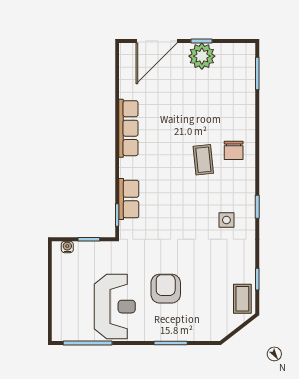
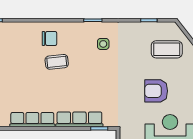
row of seats: (129, 199) -> (79, 119), width x1.48
coffee table: (242, 299) -> (167, 49), moved, width x1.36, depth x1.30

